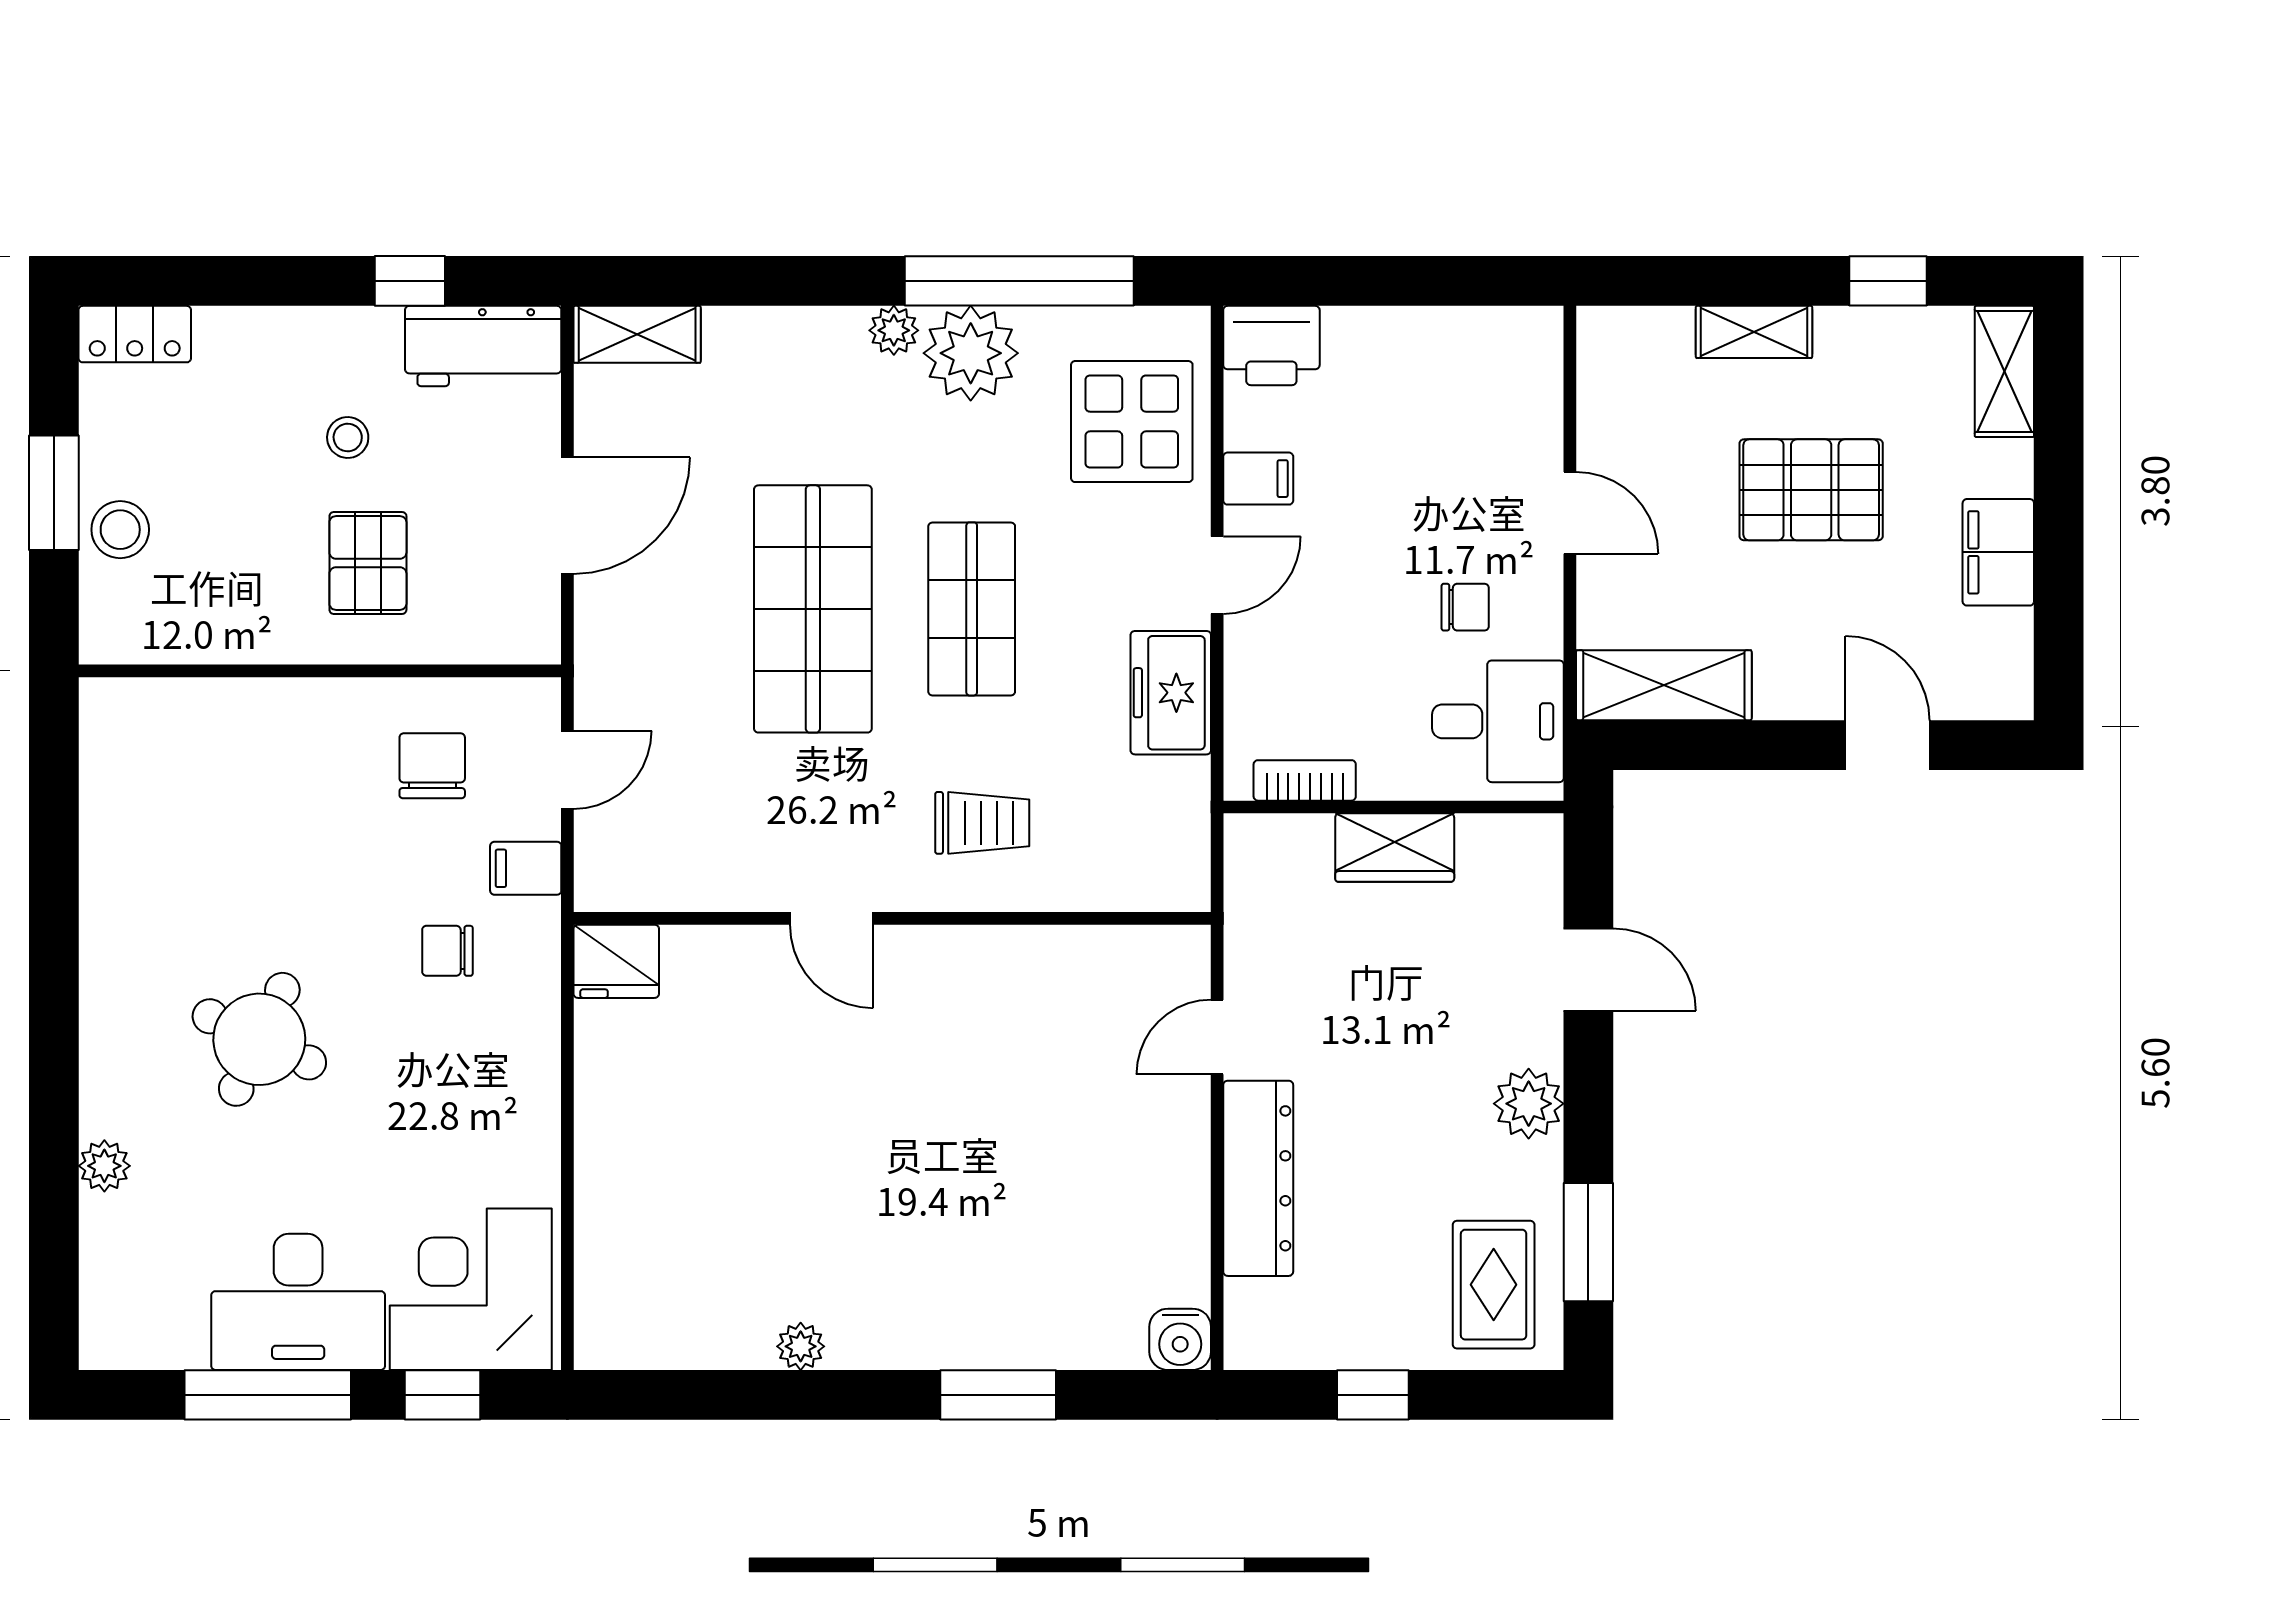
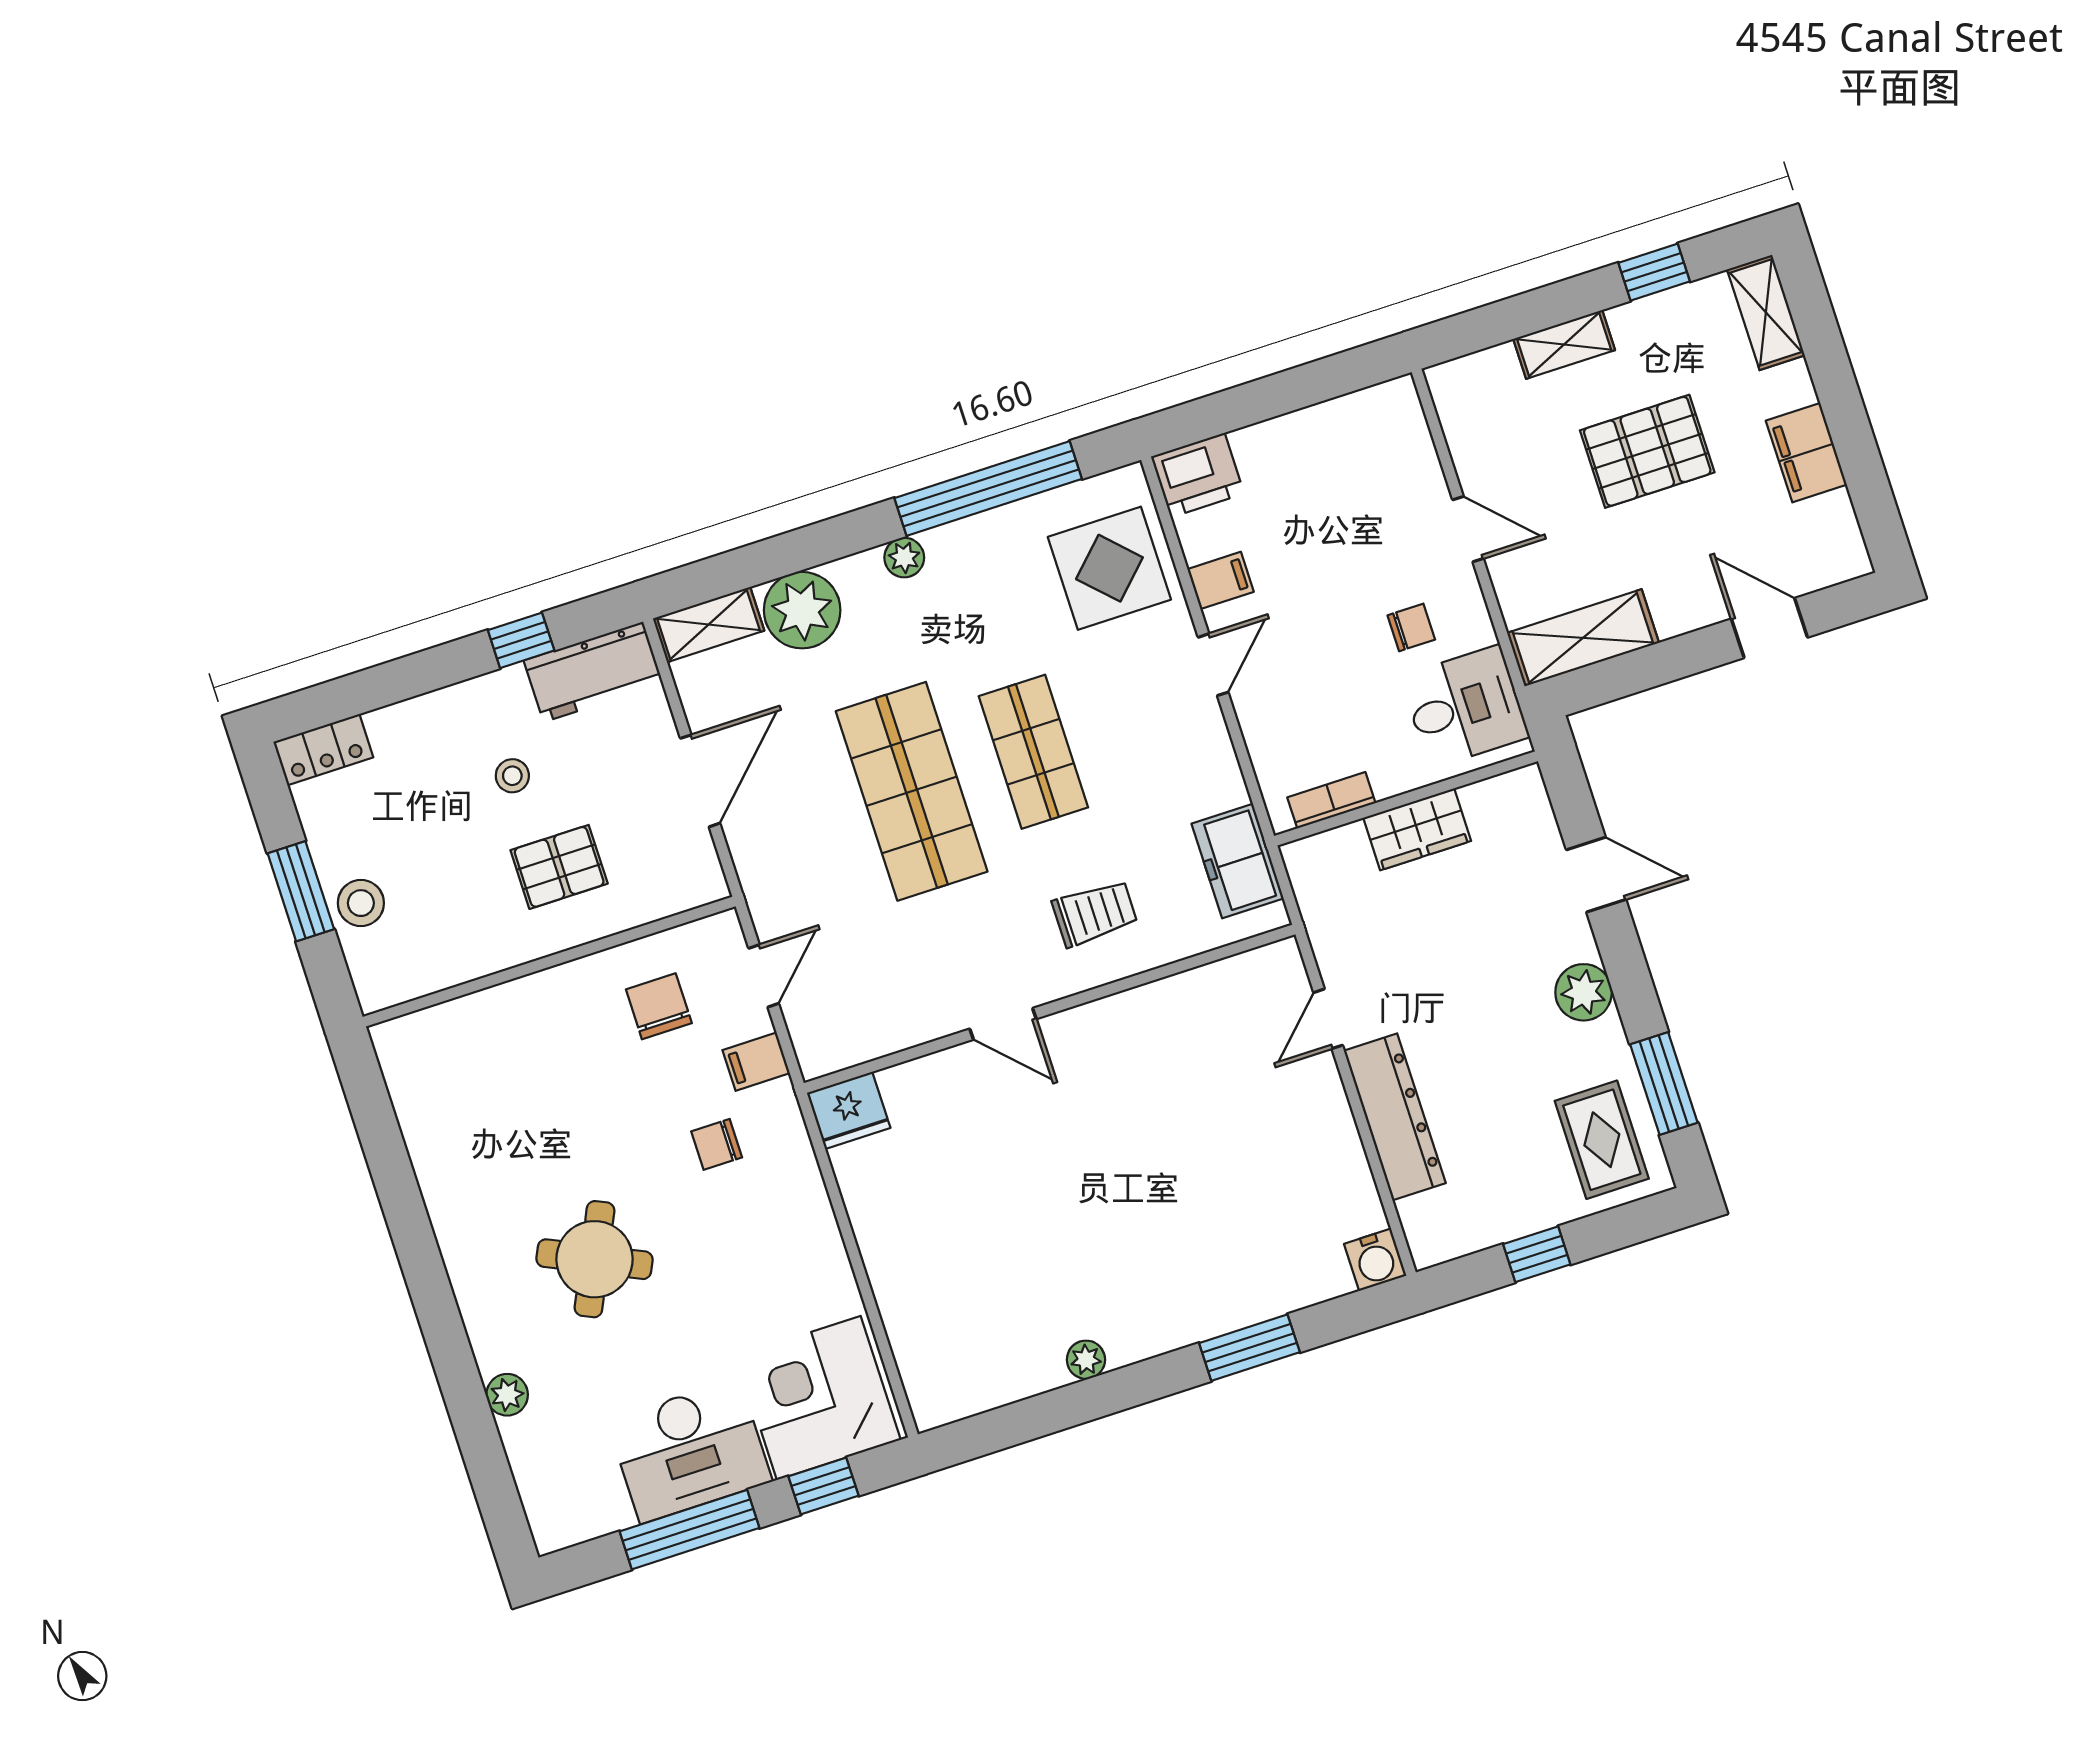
plant: (971, 353) -> (802, 610), moved
pallet: (368, 563) -> (559, 867), turned 90
freezer: (1171, 693) -> (1238, 861), moved

